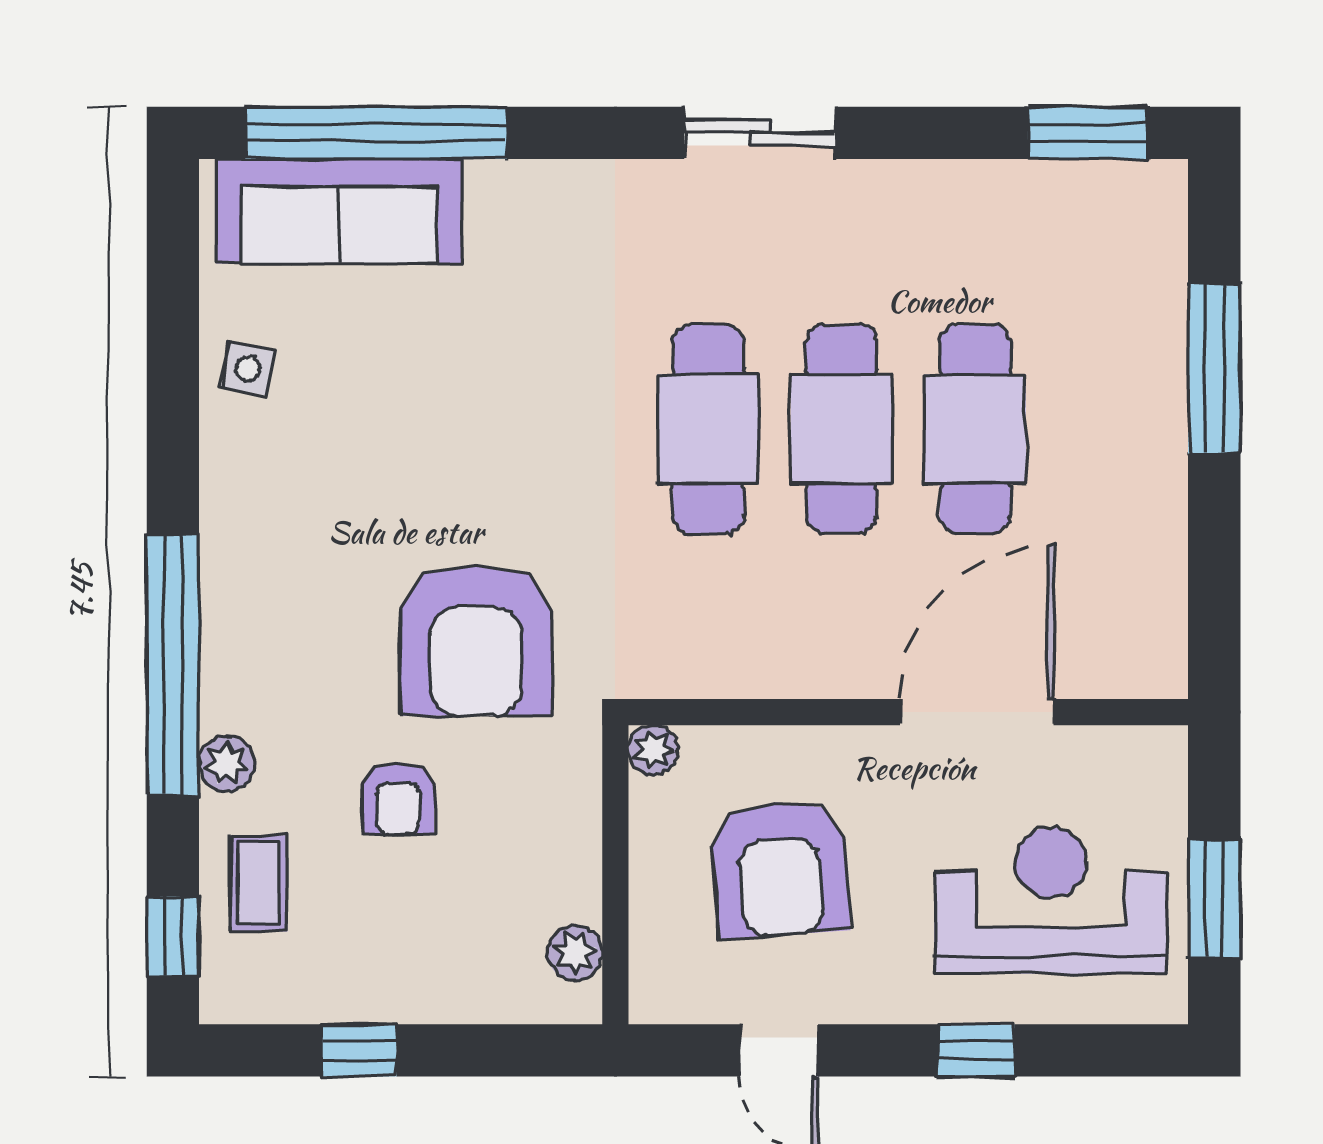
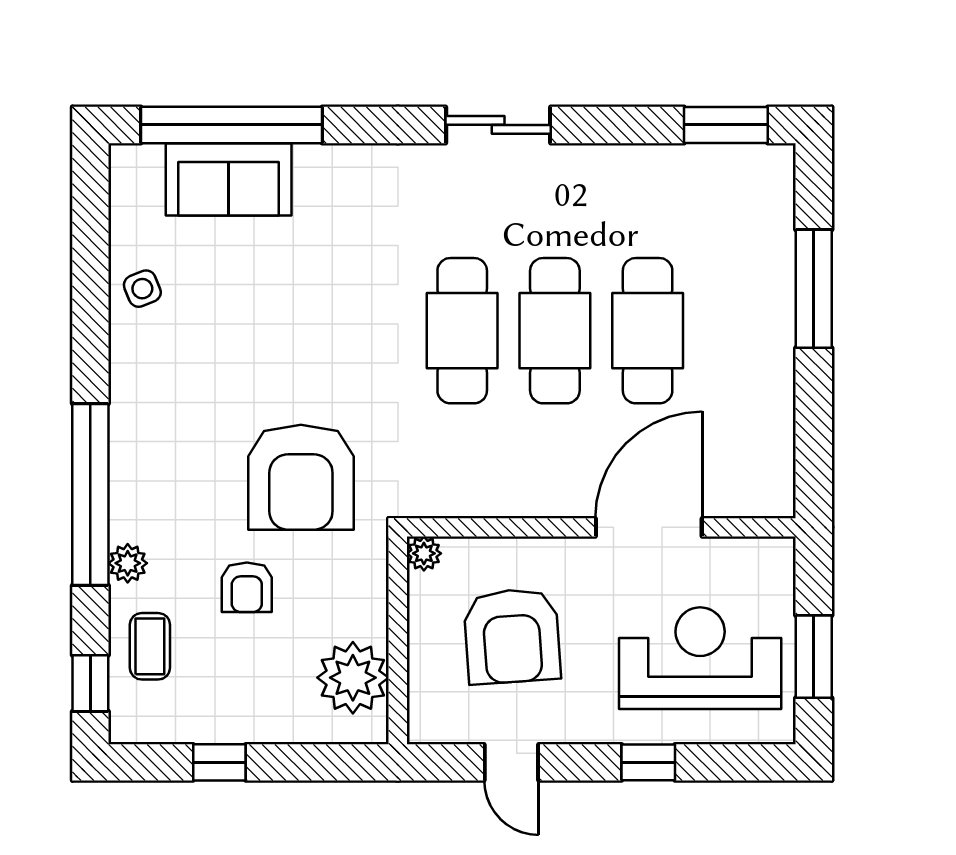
sofa: (339, 211) -> (229, 179), width x0.73
side table: (248, 368) -> (142, 289), turned -32
plant: (575, 953) -> (353, 678), width x1.88, depth x1.88

